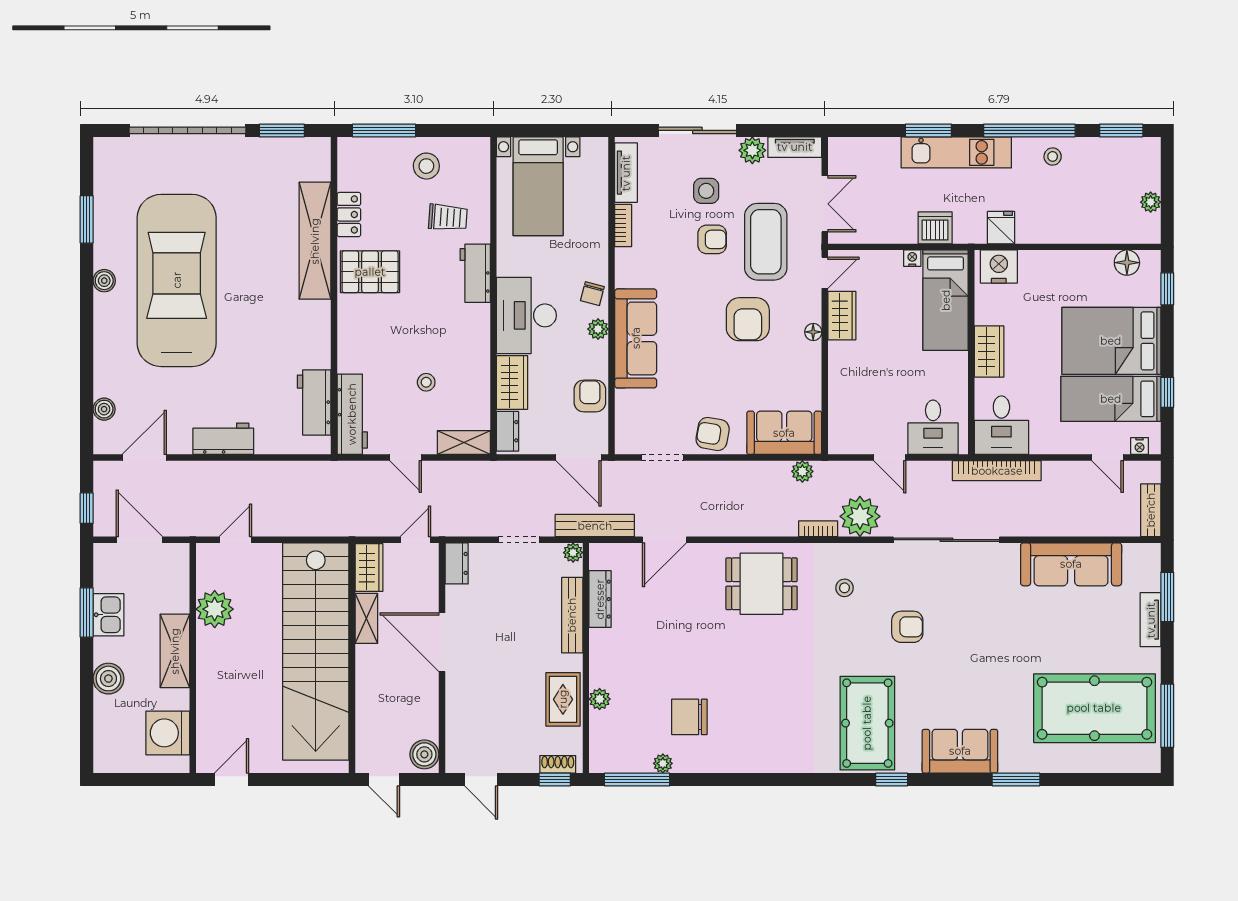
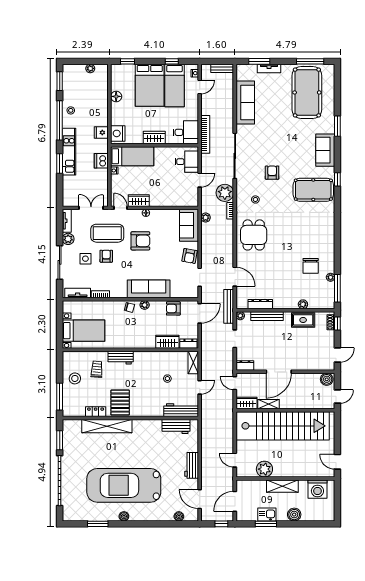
floor lamp: (1127, 263) -> (116, 96), moved
desk: (526, 315) -> (139, 336), removed

